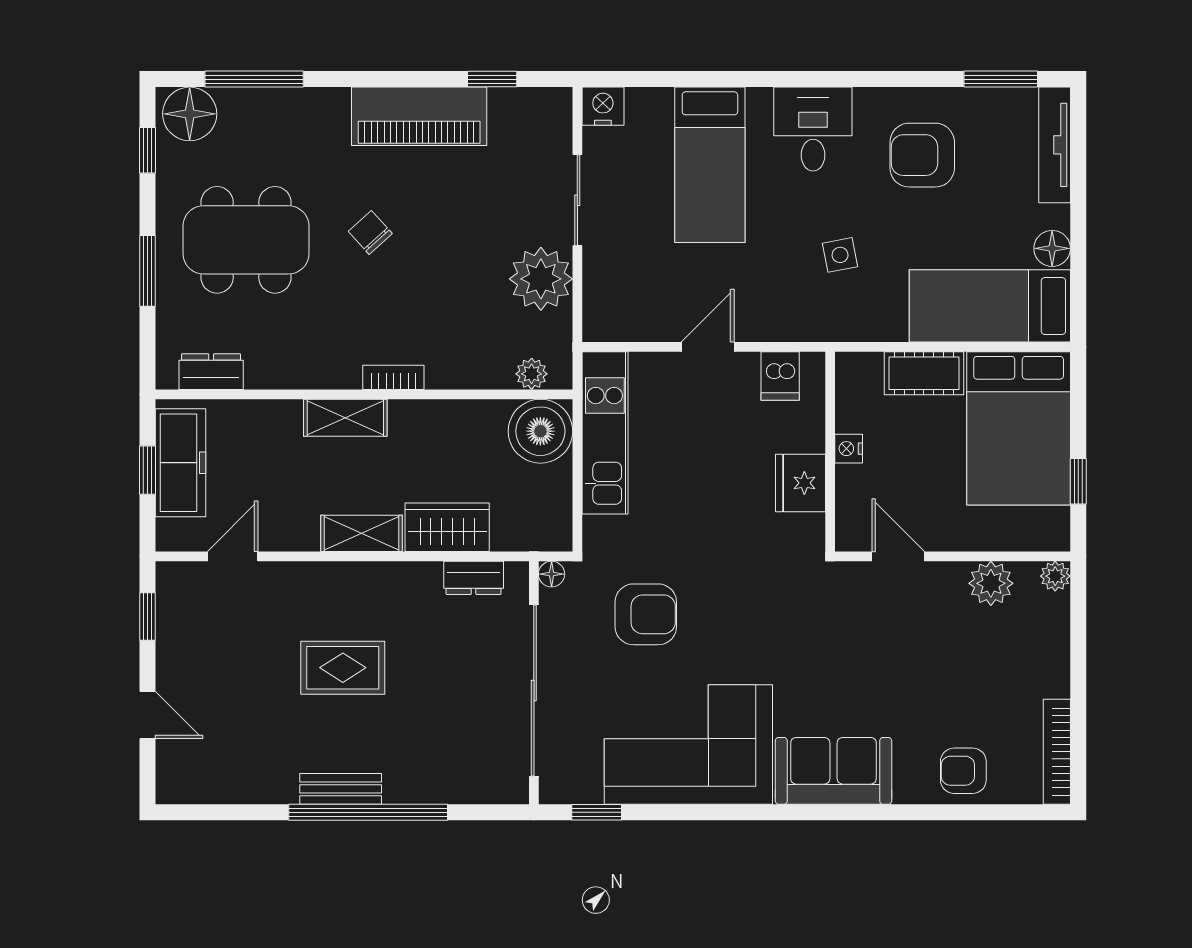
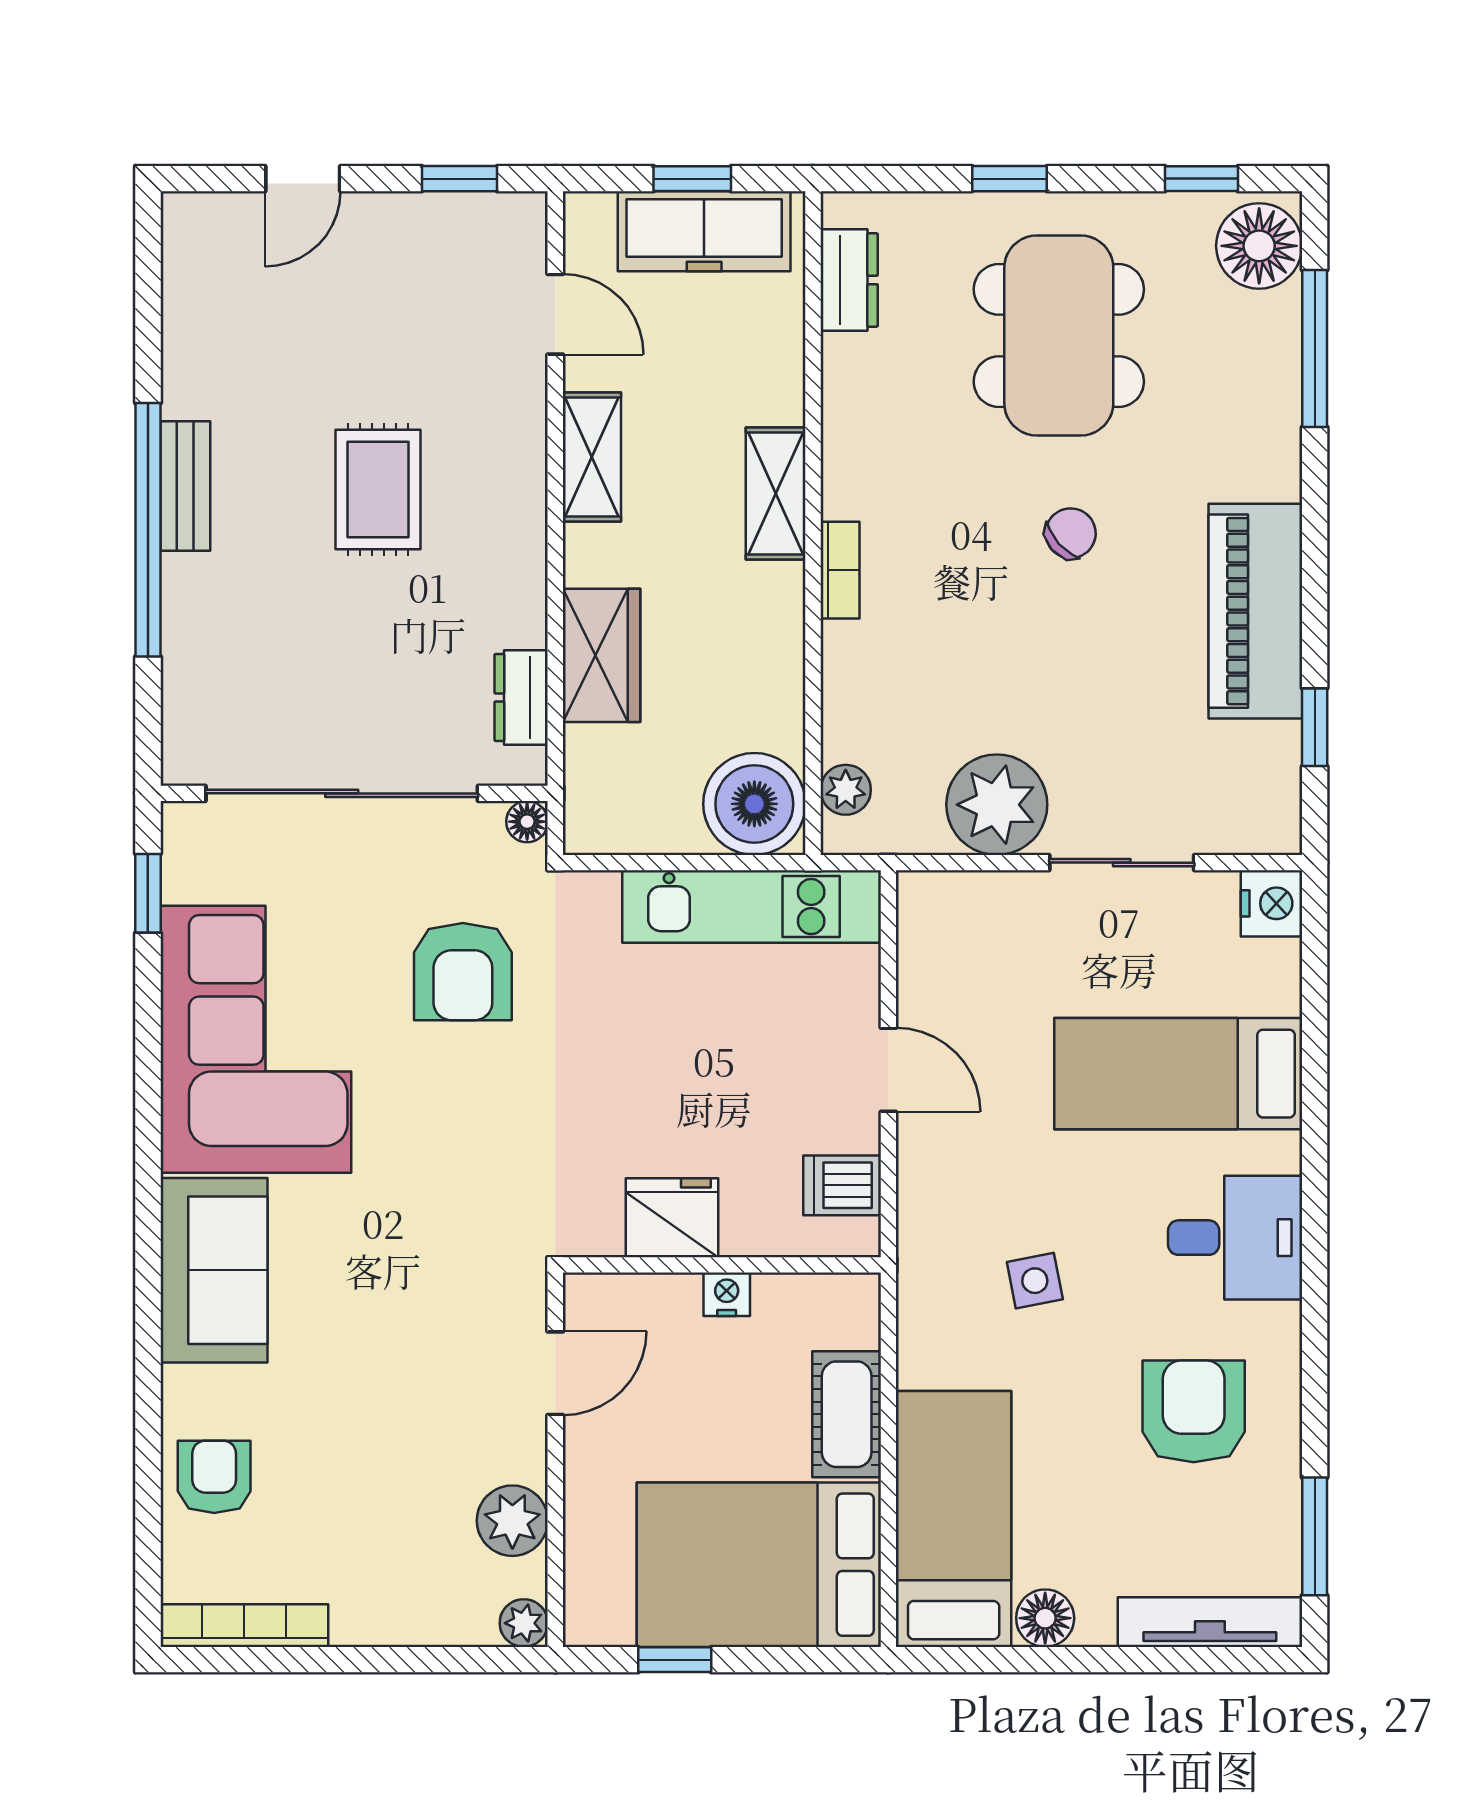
window: (147, 271) -> (1009, 179), width x0.67
shelving: (361, 533) -> (592, 457), moved

